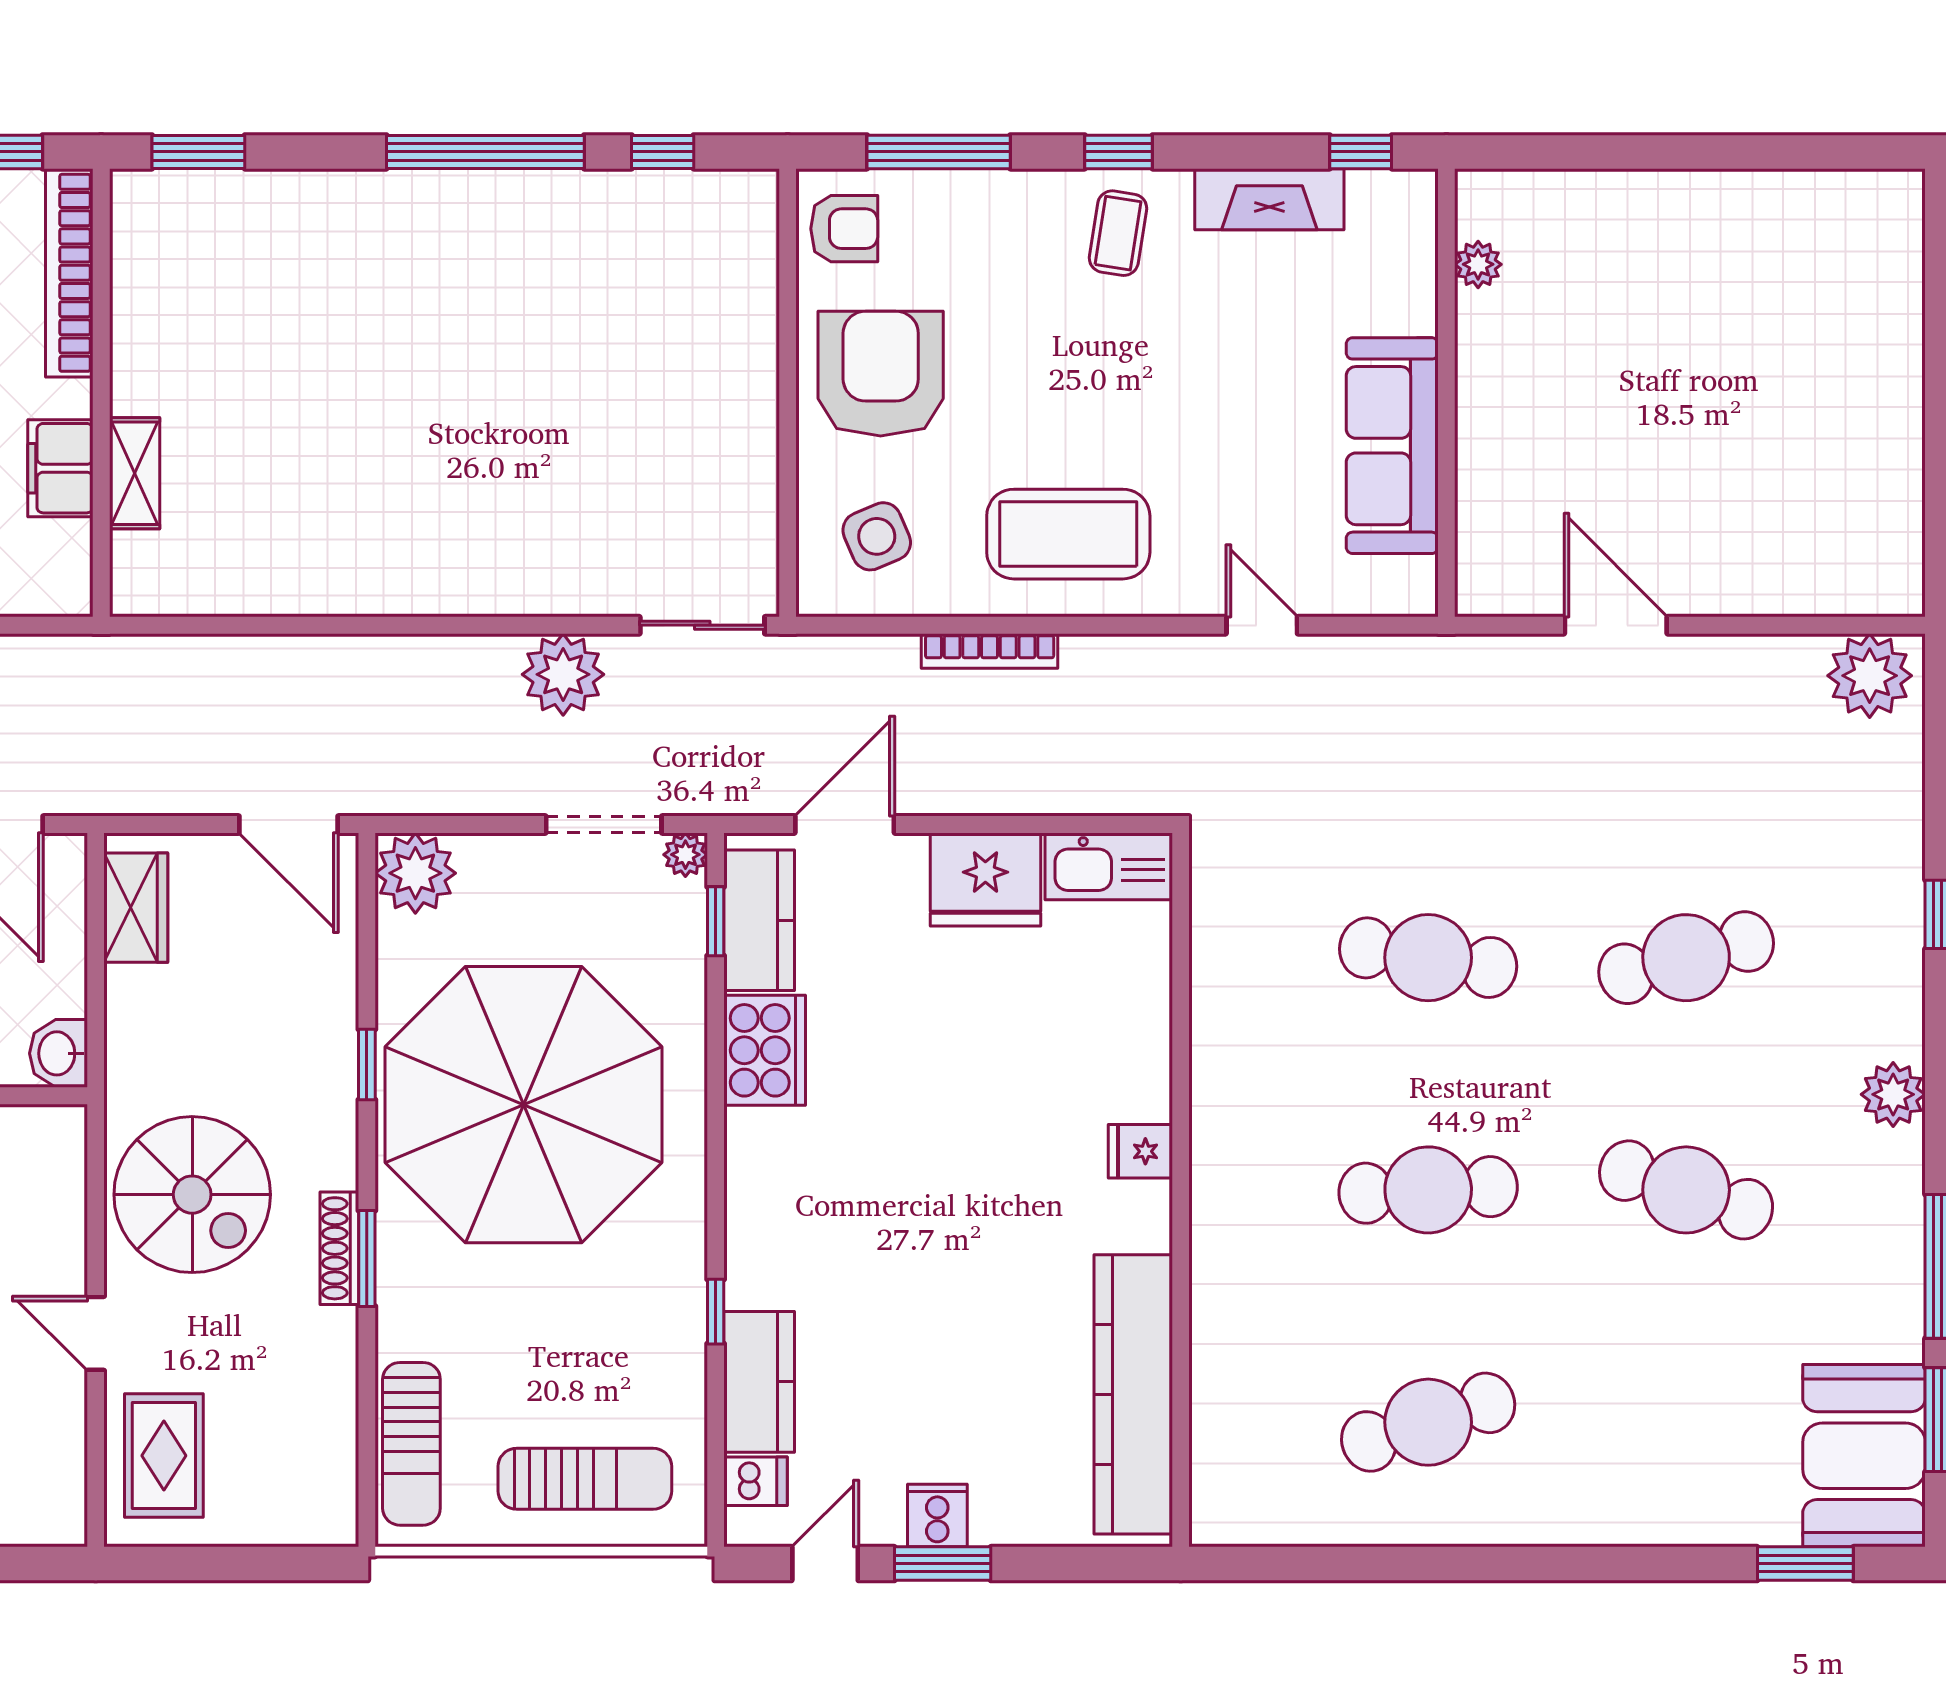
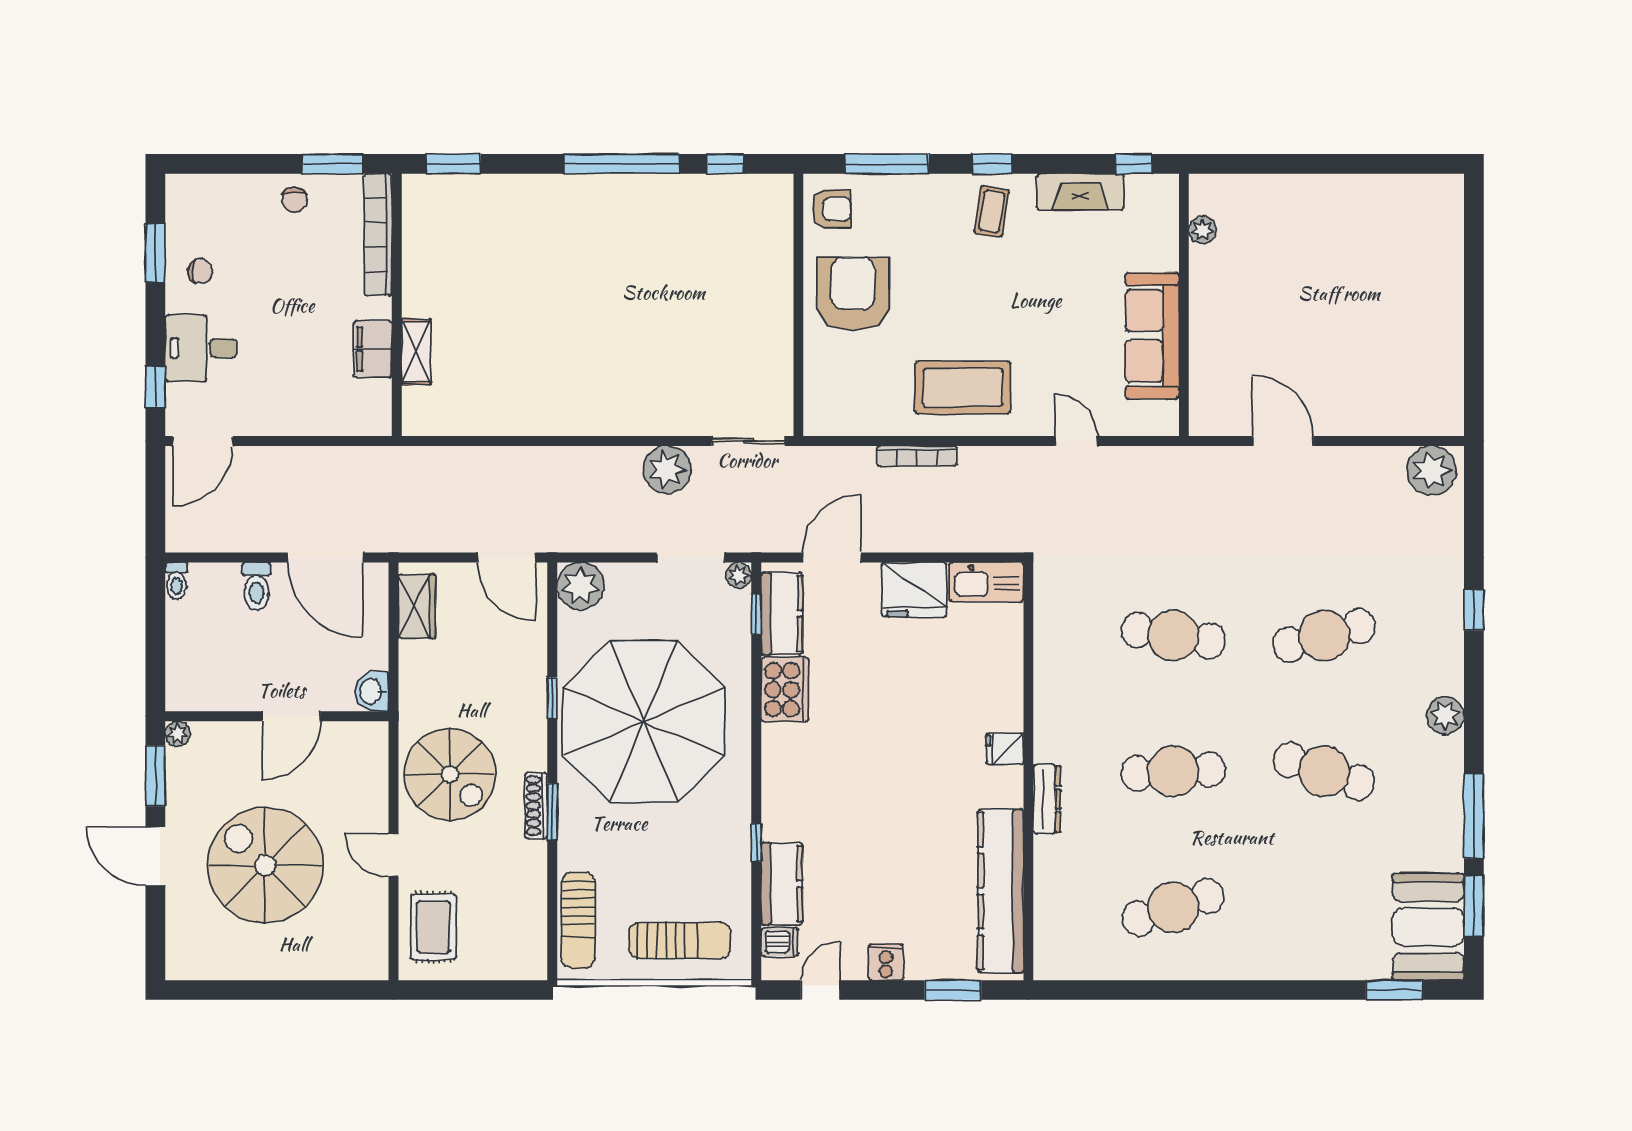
side table: (877, 536) -> (851, 389), removed
dresser: (1212, 1237) -> (1047, 799), added
window: (943, 1564) -> (953, 990), moved

